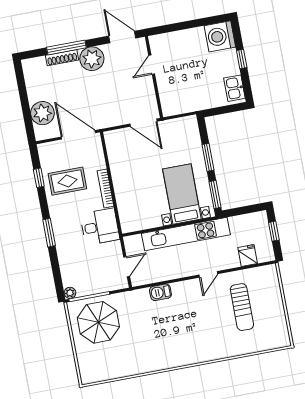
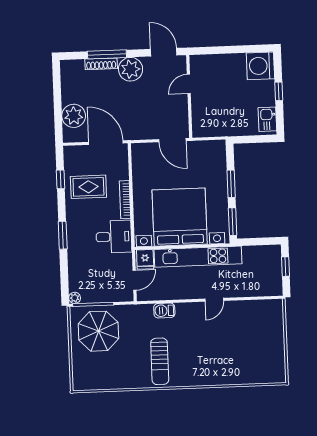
bed with nightstands: (182, 194) -> (180, 217), width x1.85
fridge: (248, 256) -> (145, 259), moved, turned 180
sun lounger: (242, 307) -> (160, 361), moved

